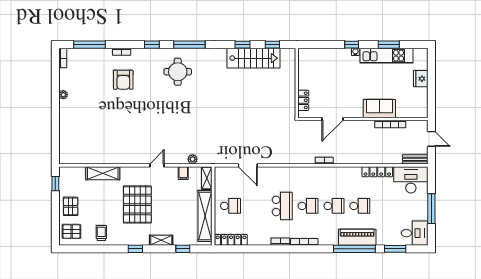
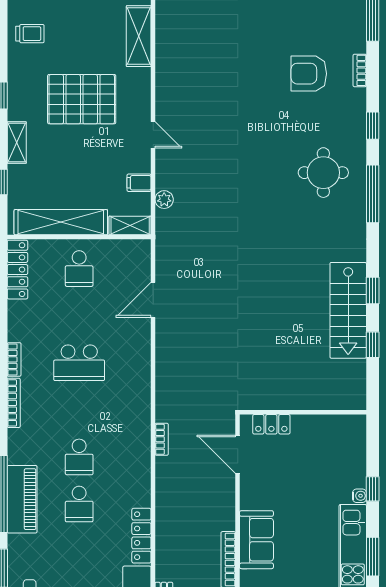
wall: (297, 83) -> (303, 412), moved
locker: (303, 100) -> (271, 424), moved
school desk: (308, 206) -> (79, 410), removed

